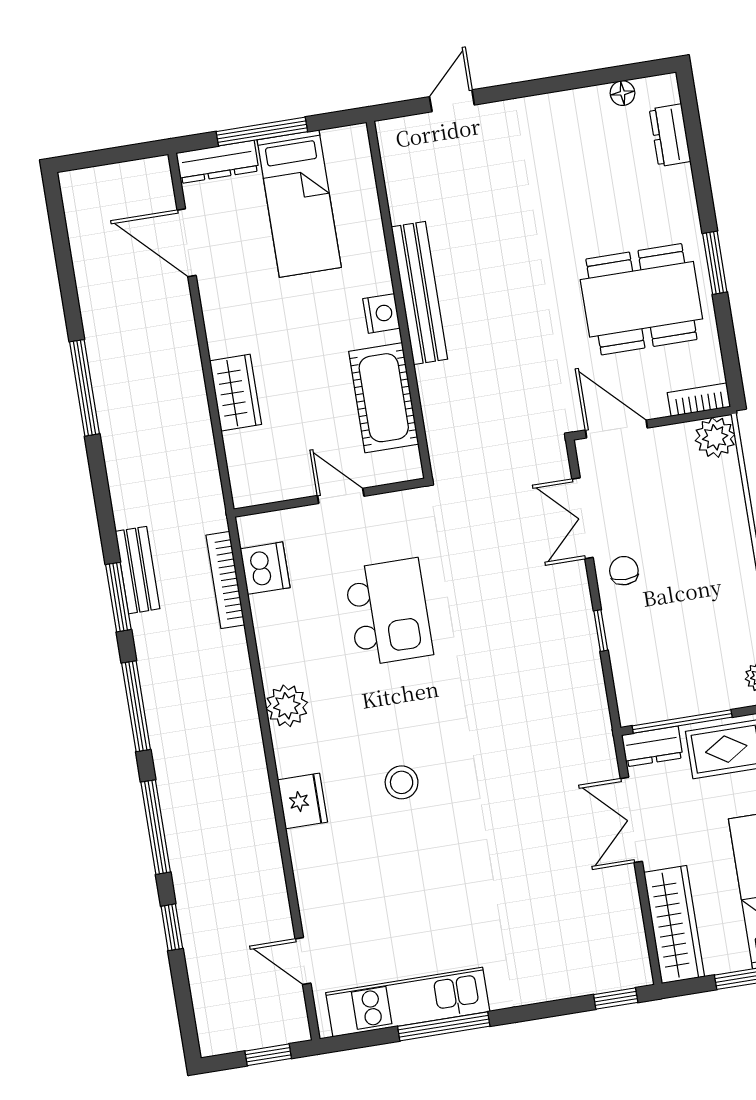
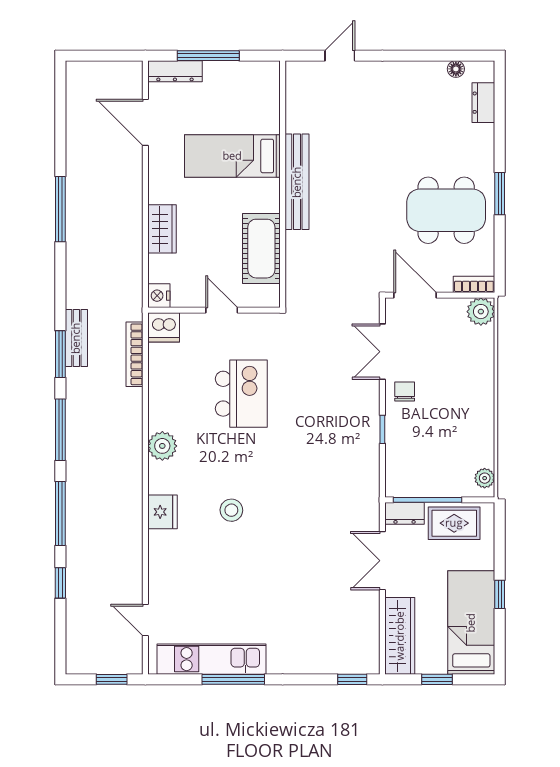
bed: (299, 204) -> (232, 156), moved, turned 90
nightstand: (381, 313) -> (159, 296), moved, turned 180
dishwasher: (265, 568) -> (164, 327), moved, turned 90

